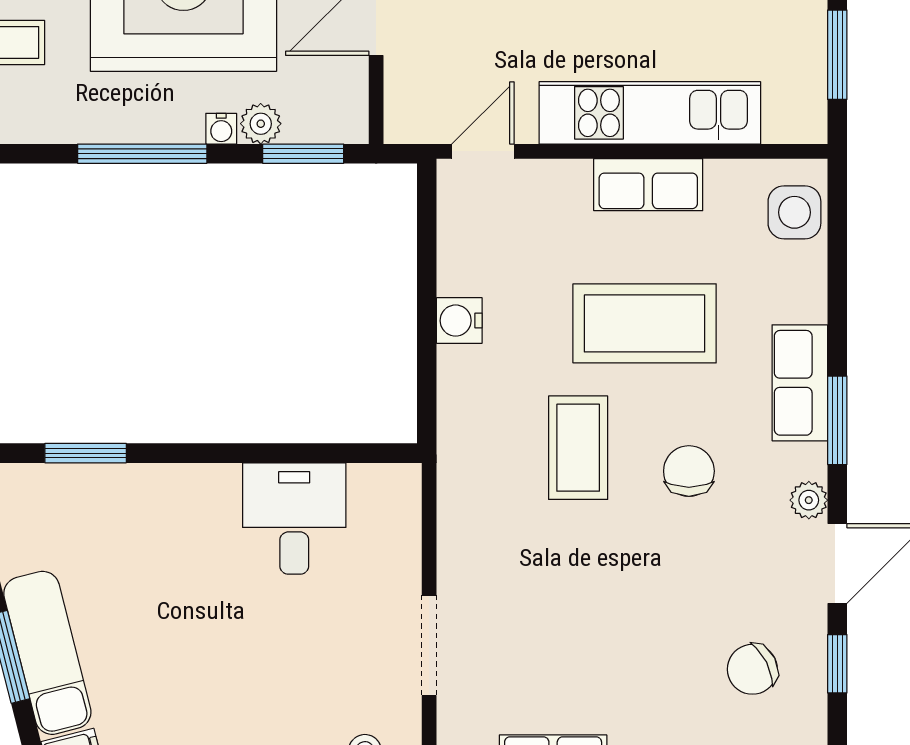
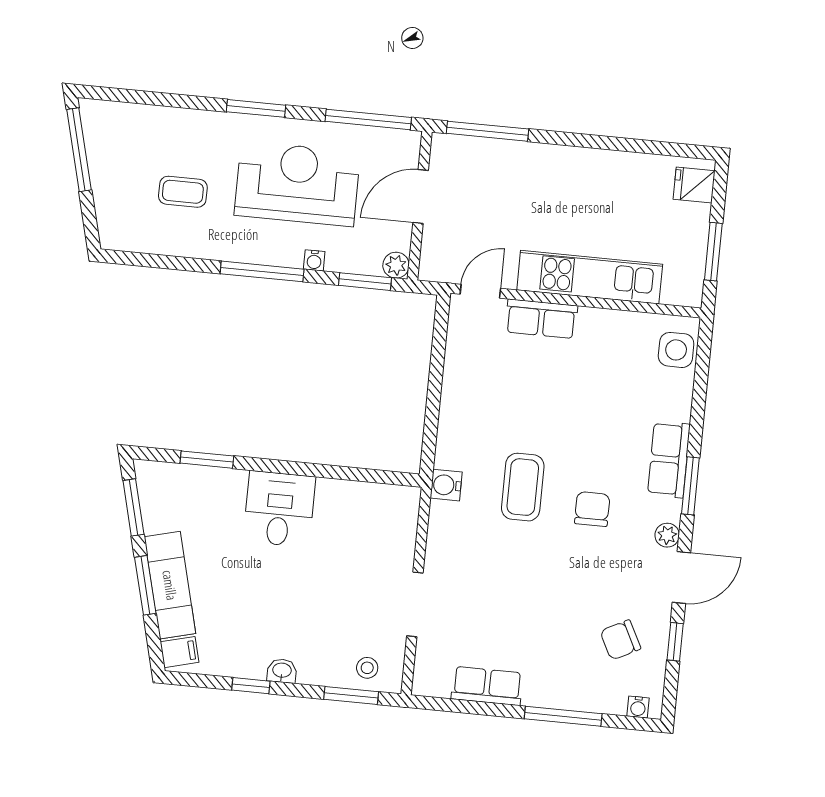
plant: (261, 124) -> (396, 265), moved
row of seats: (648, 185) -> (541, 319), moved
water cooler: (459, 321) -> (446, 485), moved
coffee table: (645, 323) -> (573, 412), removed
desk: (294, 518) -> (279, 509), moved

